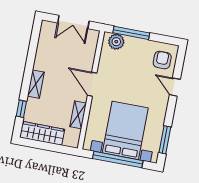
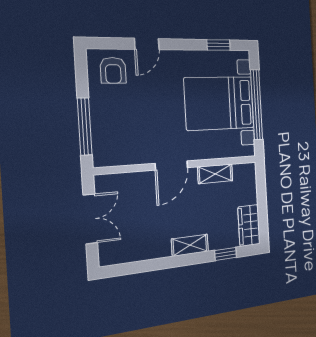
plant: (116, 42) -> (103, 146), removed
armchair: (162, 60) -> (113, 70), turned -90
wardrobe: (42, 133) -> (249, 225), width x0.67
window: (165, 140) -> (219, 45), width x0.67

